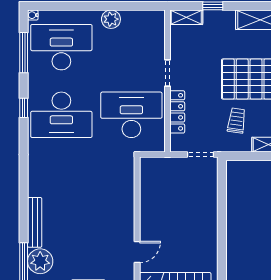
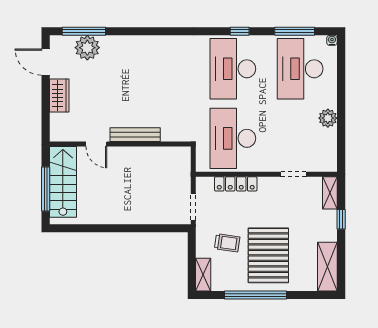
desk: (61, 47) -> (300, 69), turned 180
doorway: (167, 73) -> (294, 174), moved
desk: (131, 115) -> (233, 138), turned 180
bench: (35, 222) -> (135, 135), moved

